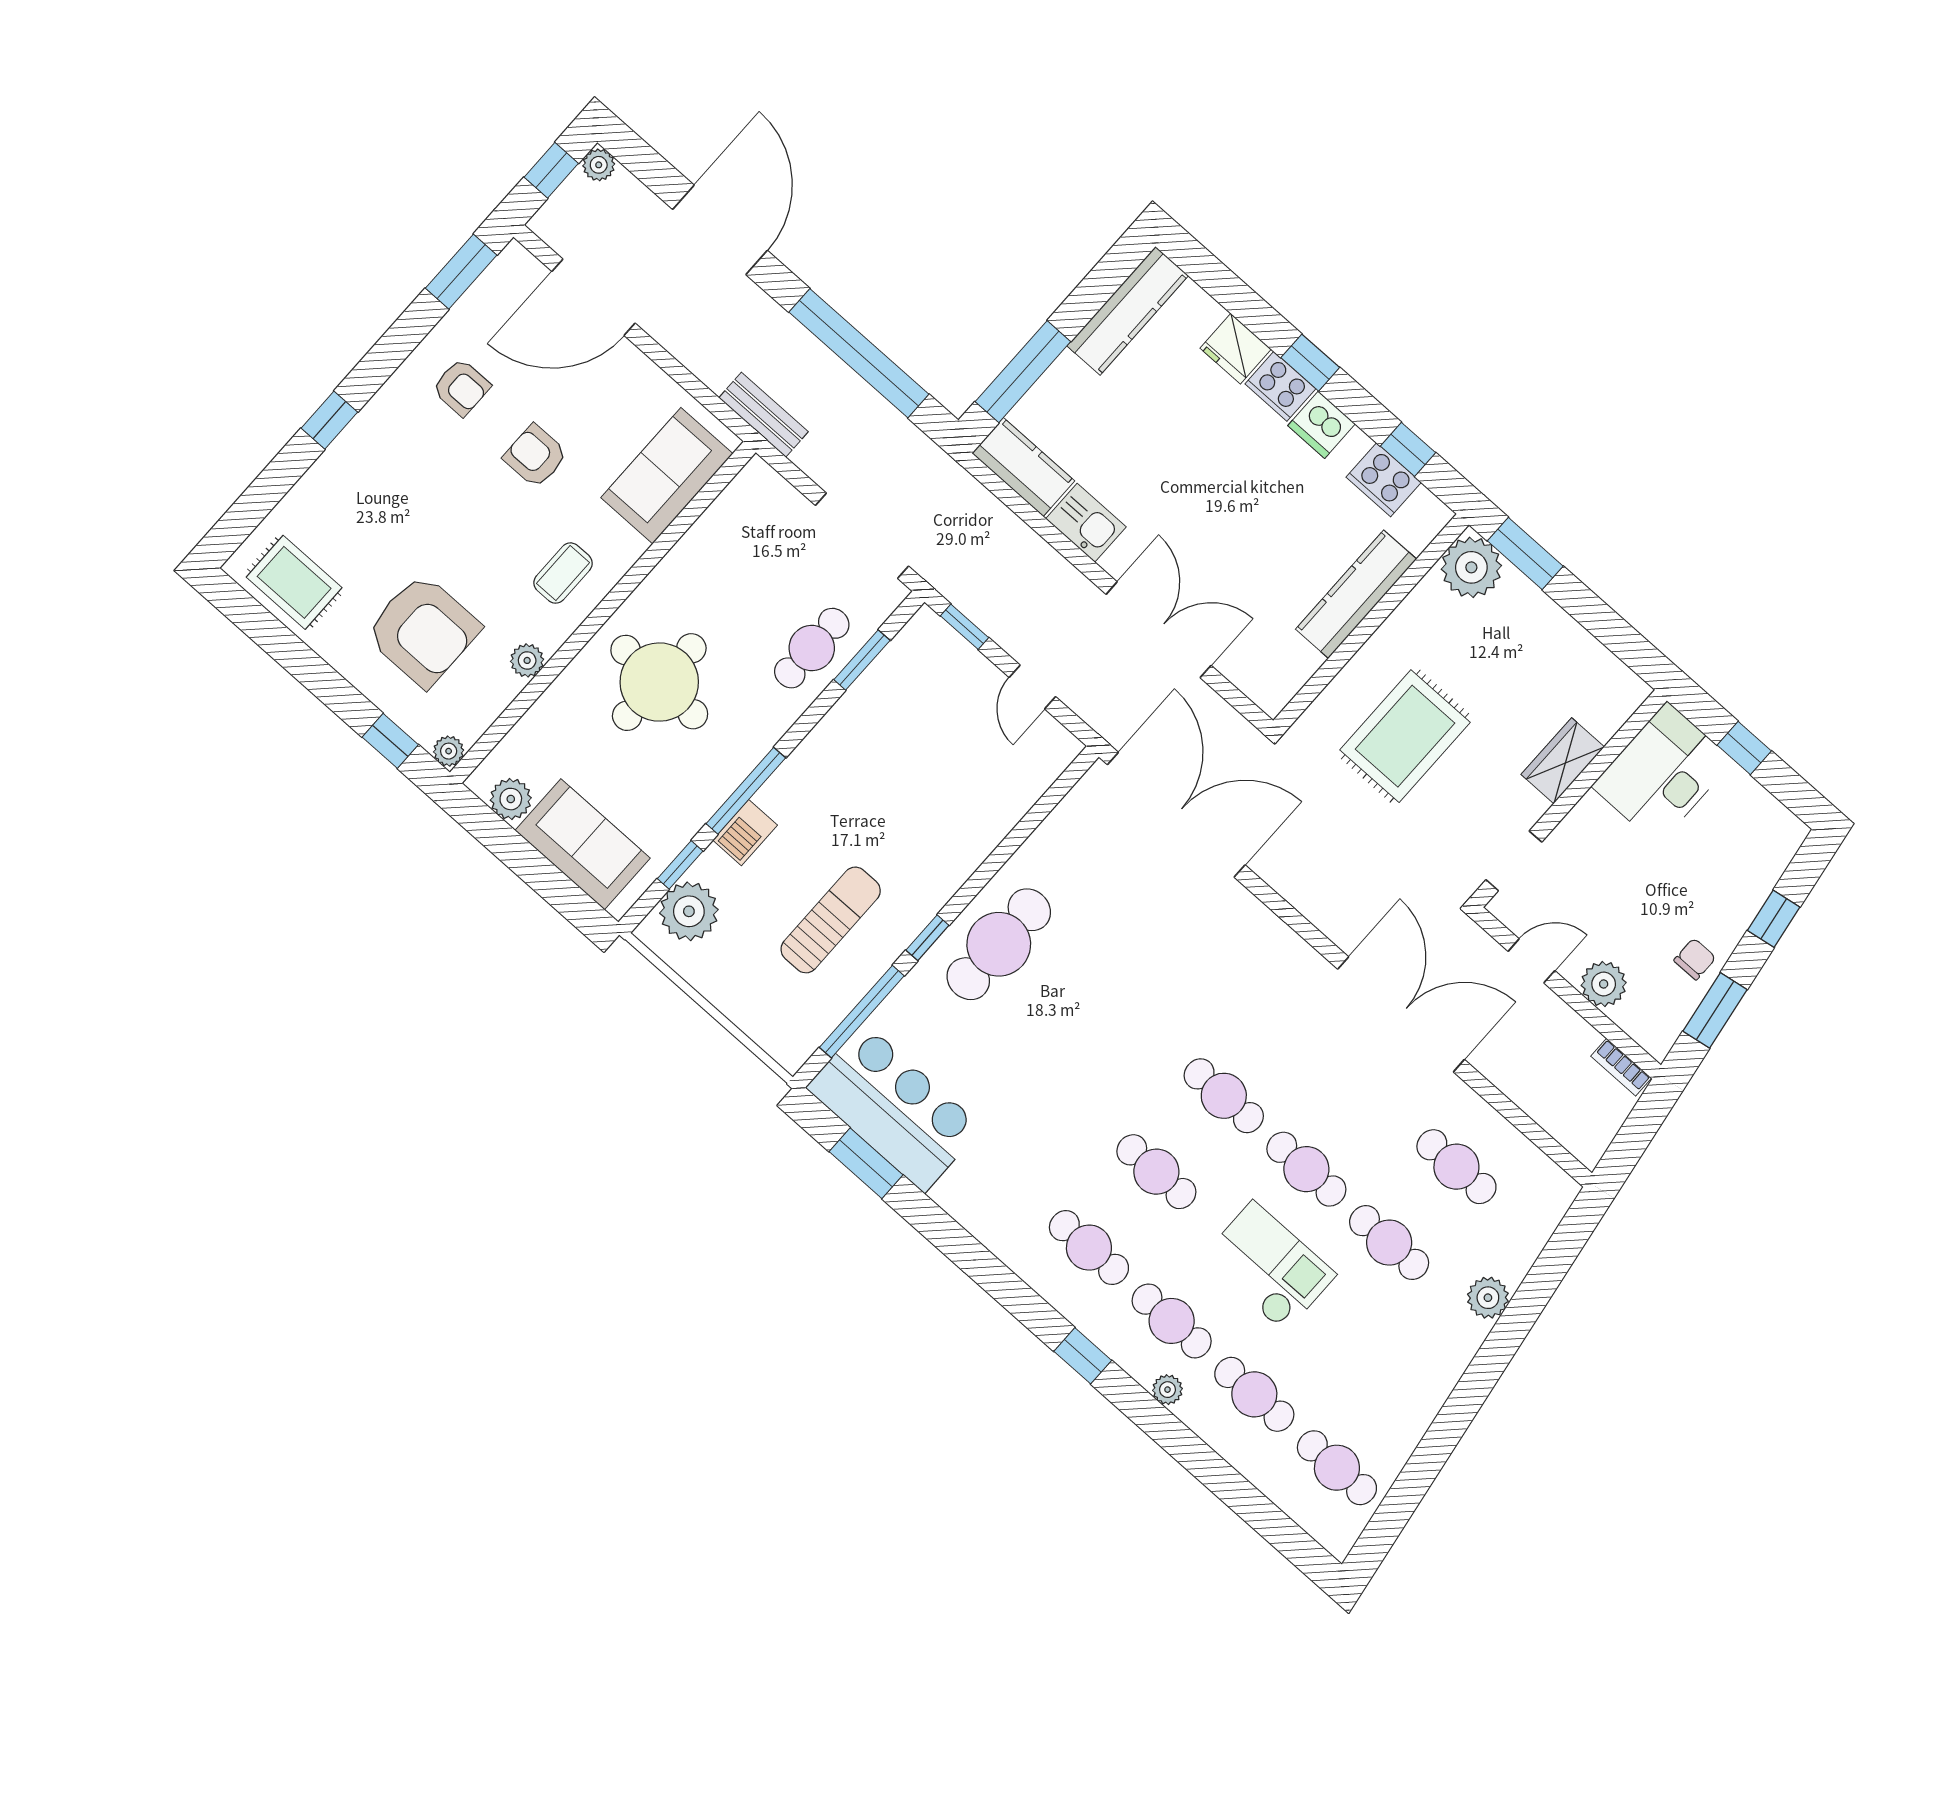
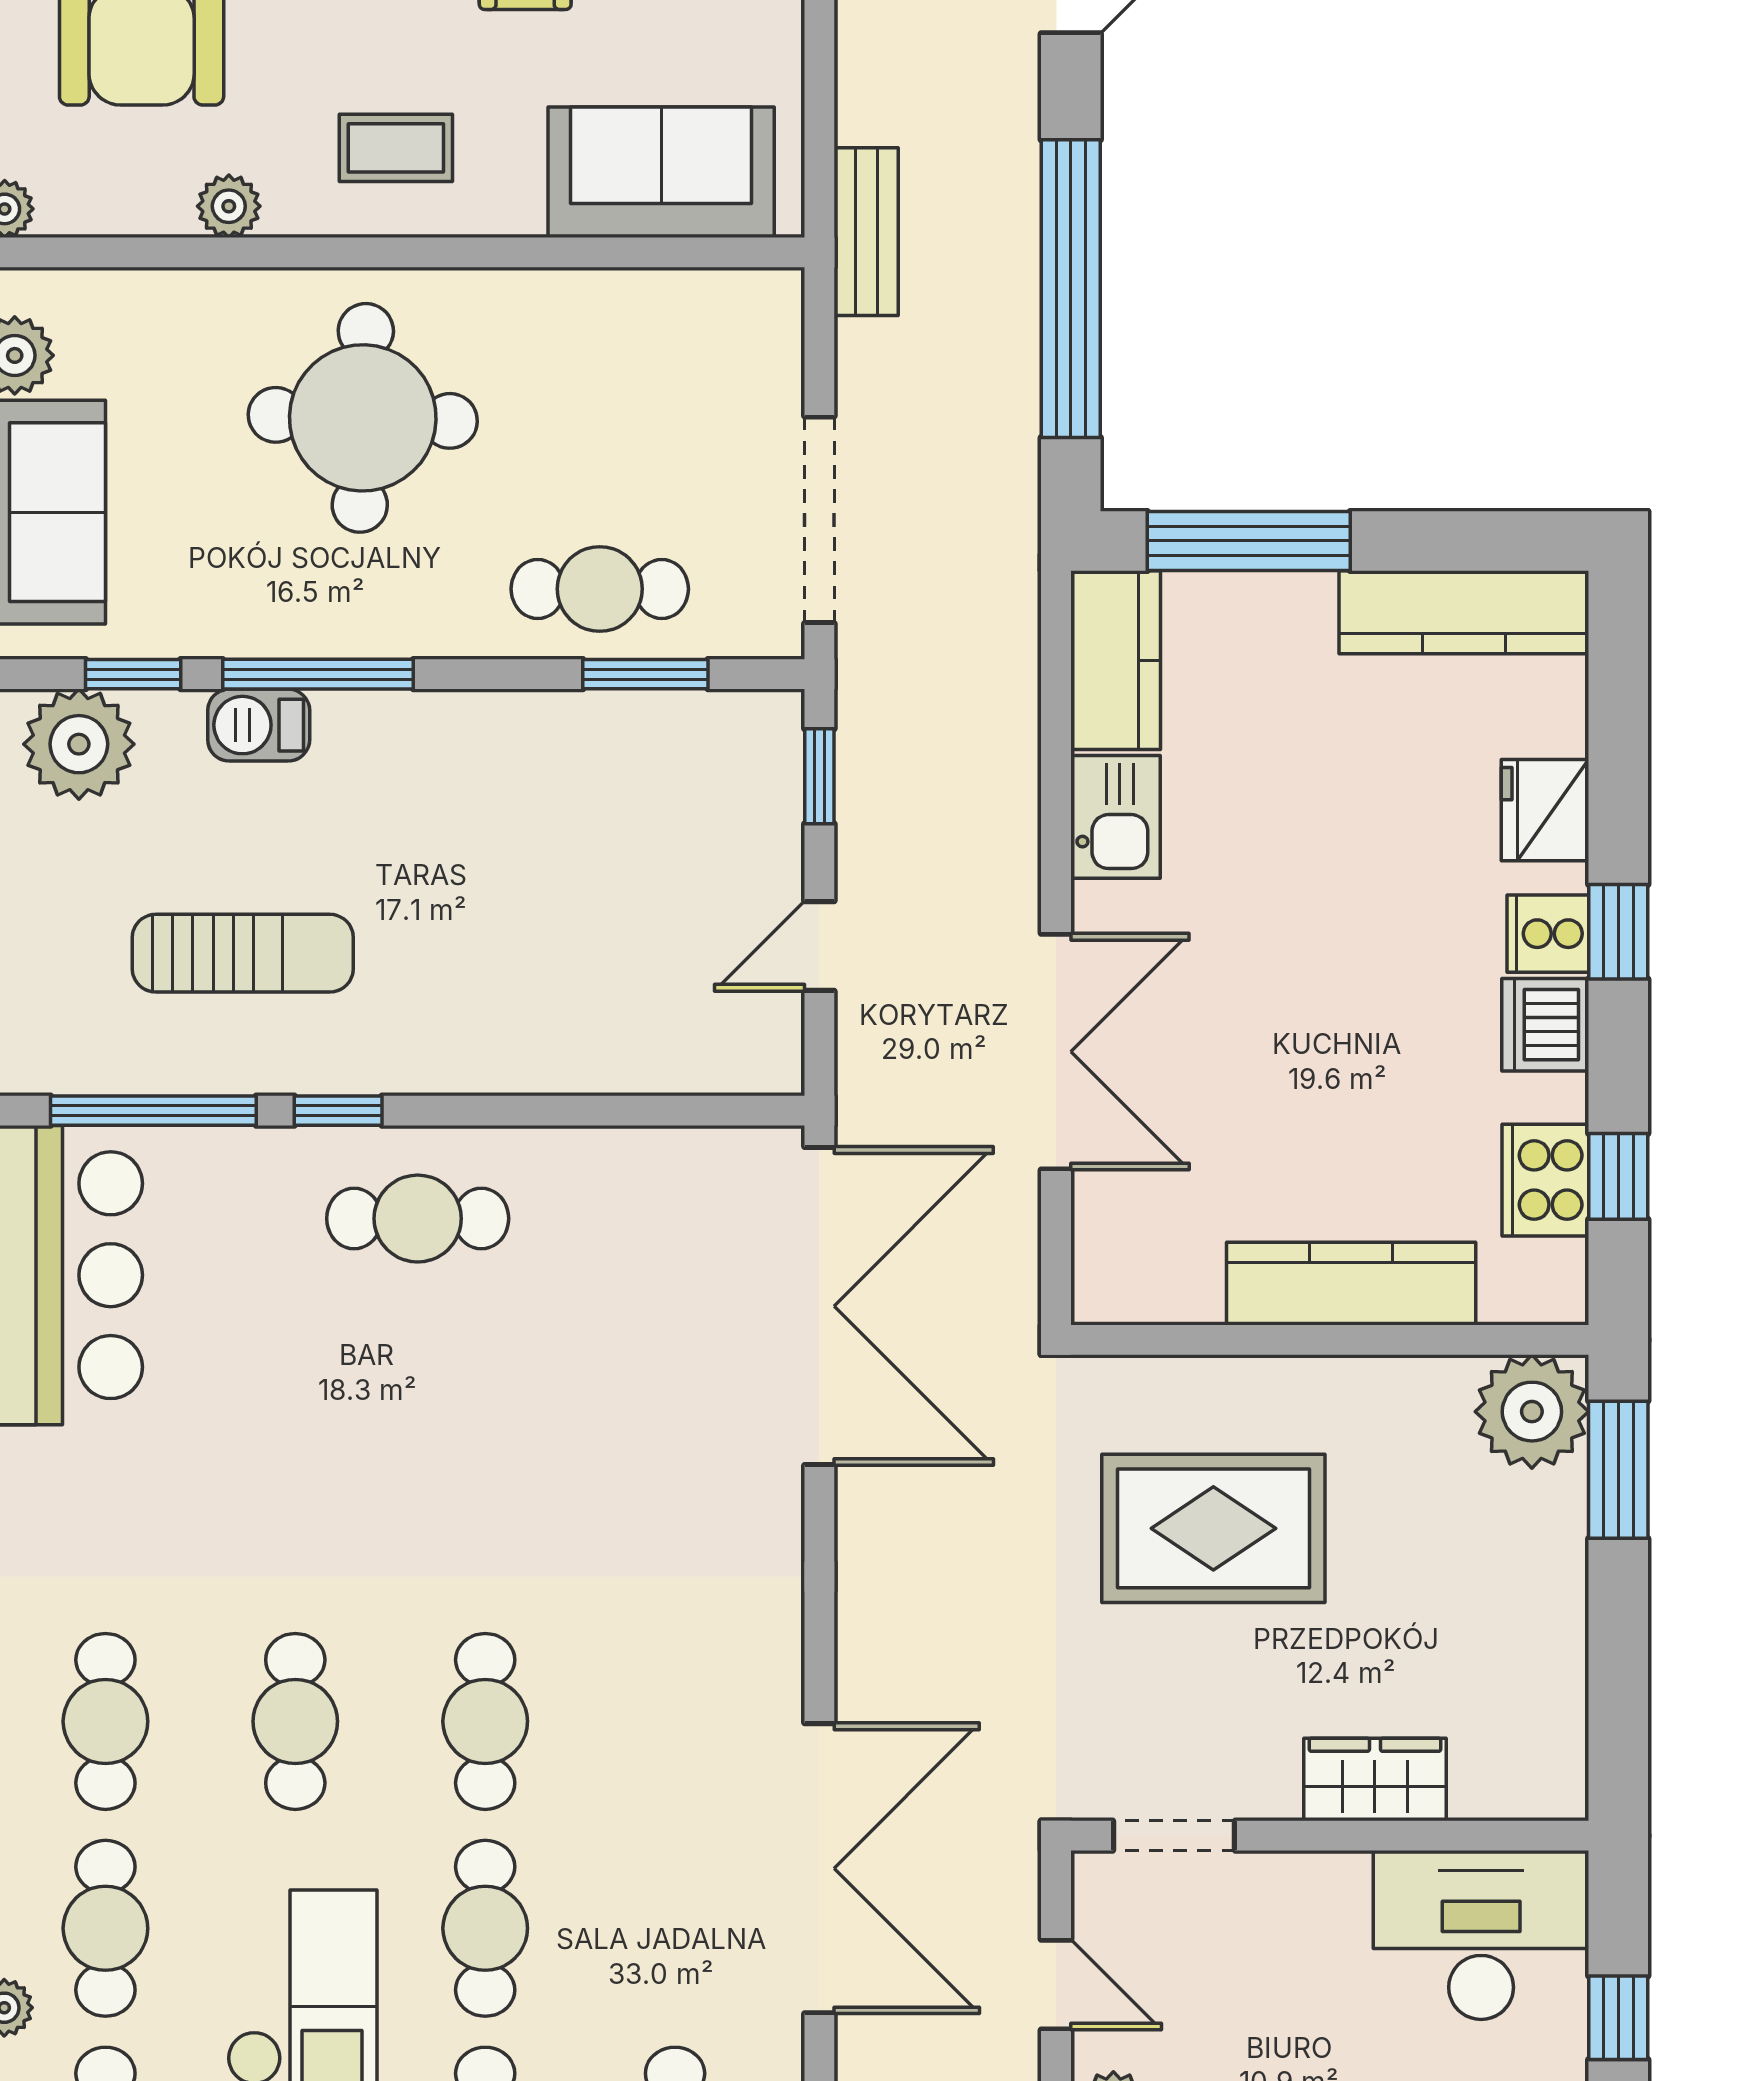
cooker: (1280, 386) -> (1548, 934), width x0.73
cafe table: (999, 944) -> (418, 1219), width x0.73, depth x0.74

